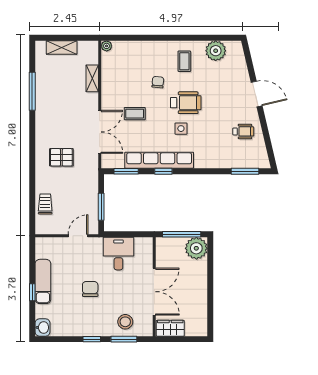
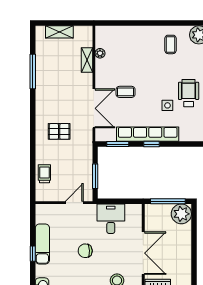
plant: (107, 46) -> (100, 53), moved
chair: (158, 82) -> (147, 63), removed
wheelchair: (186, 103) -> (189, 93), moved, turned -90
chair: (90, 289) -> (85, 251), turned -93

